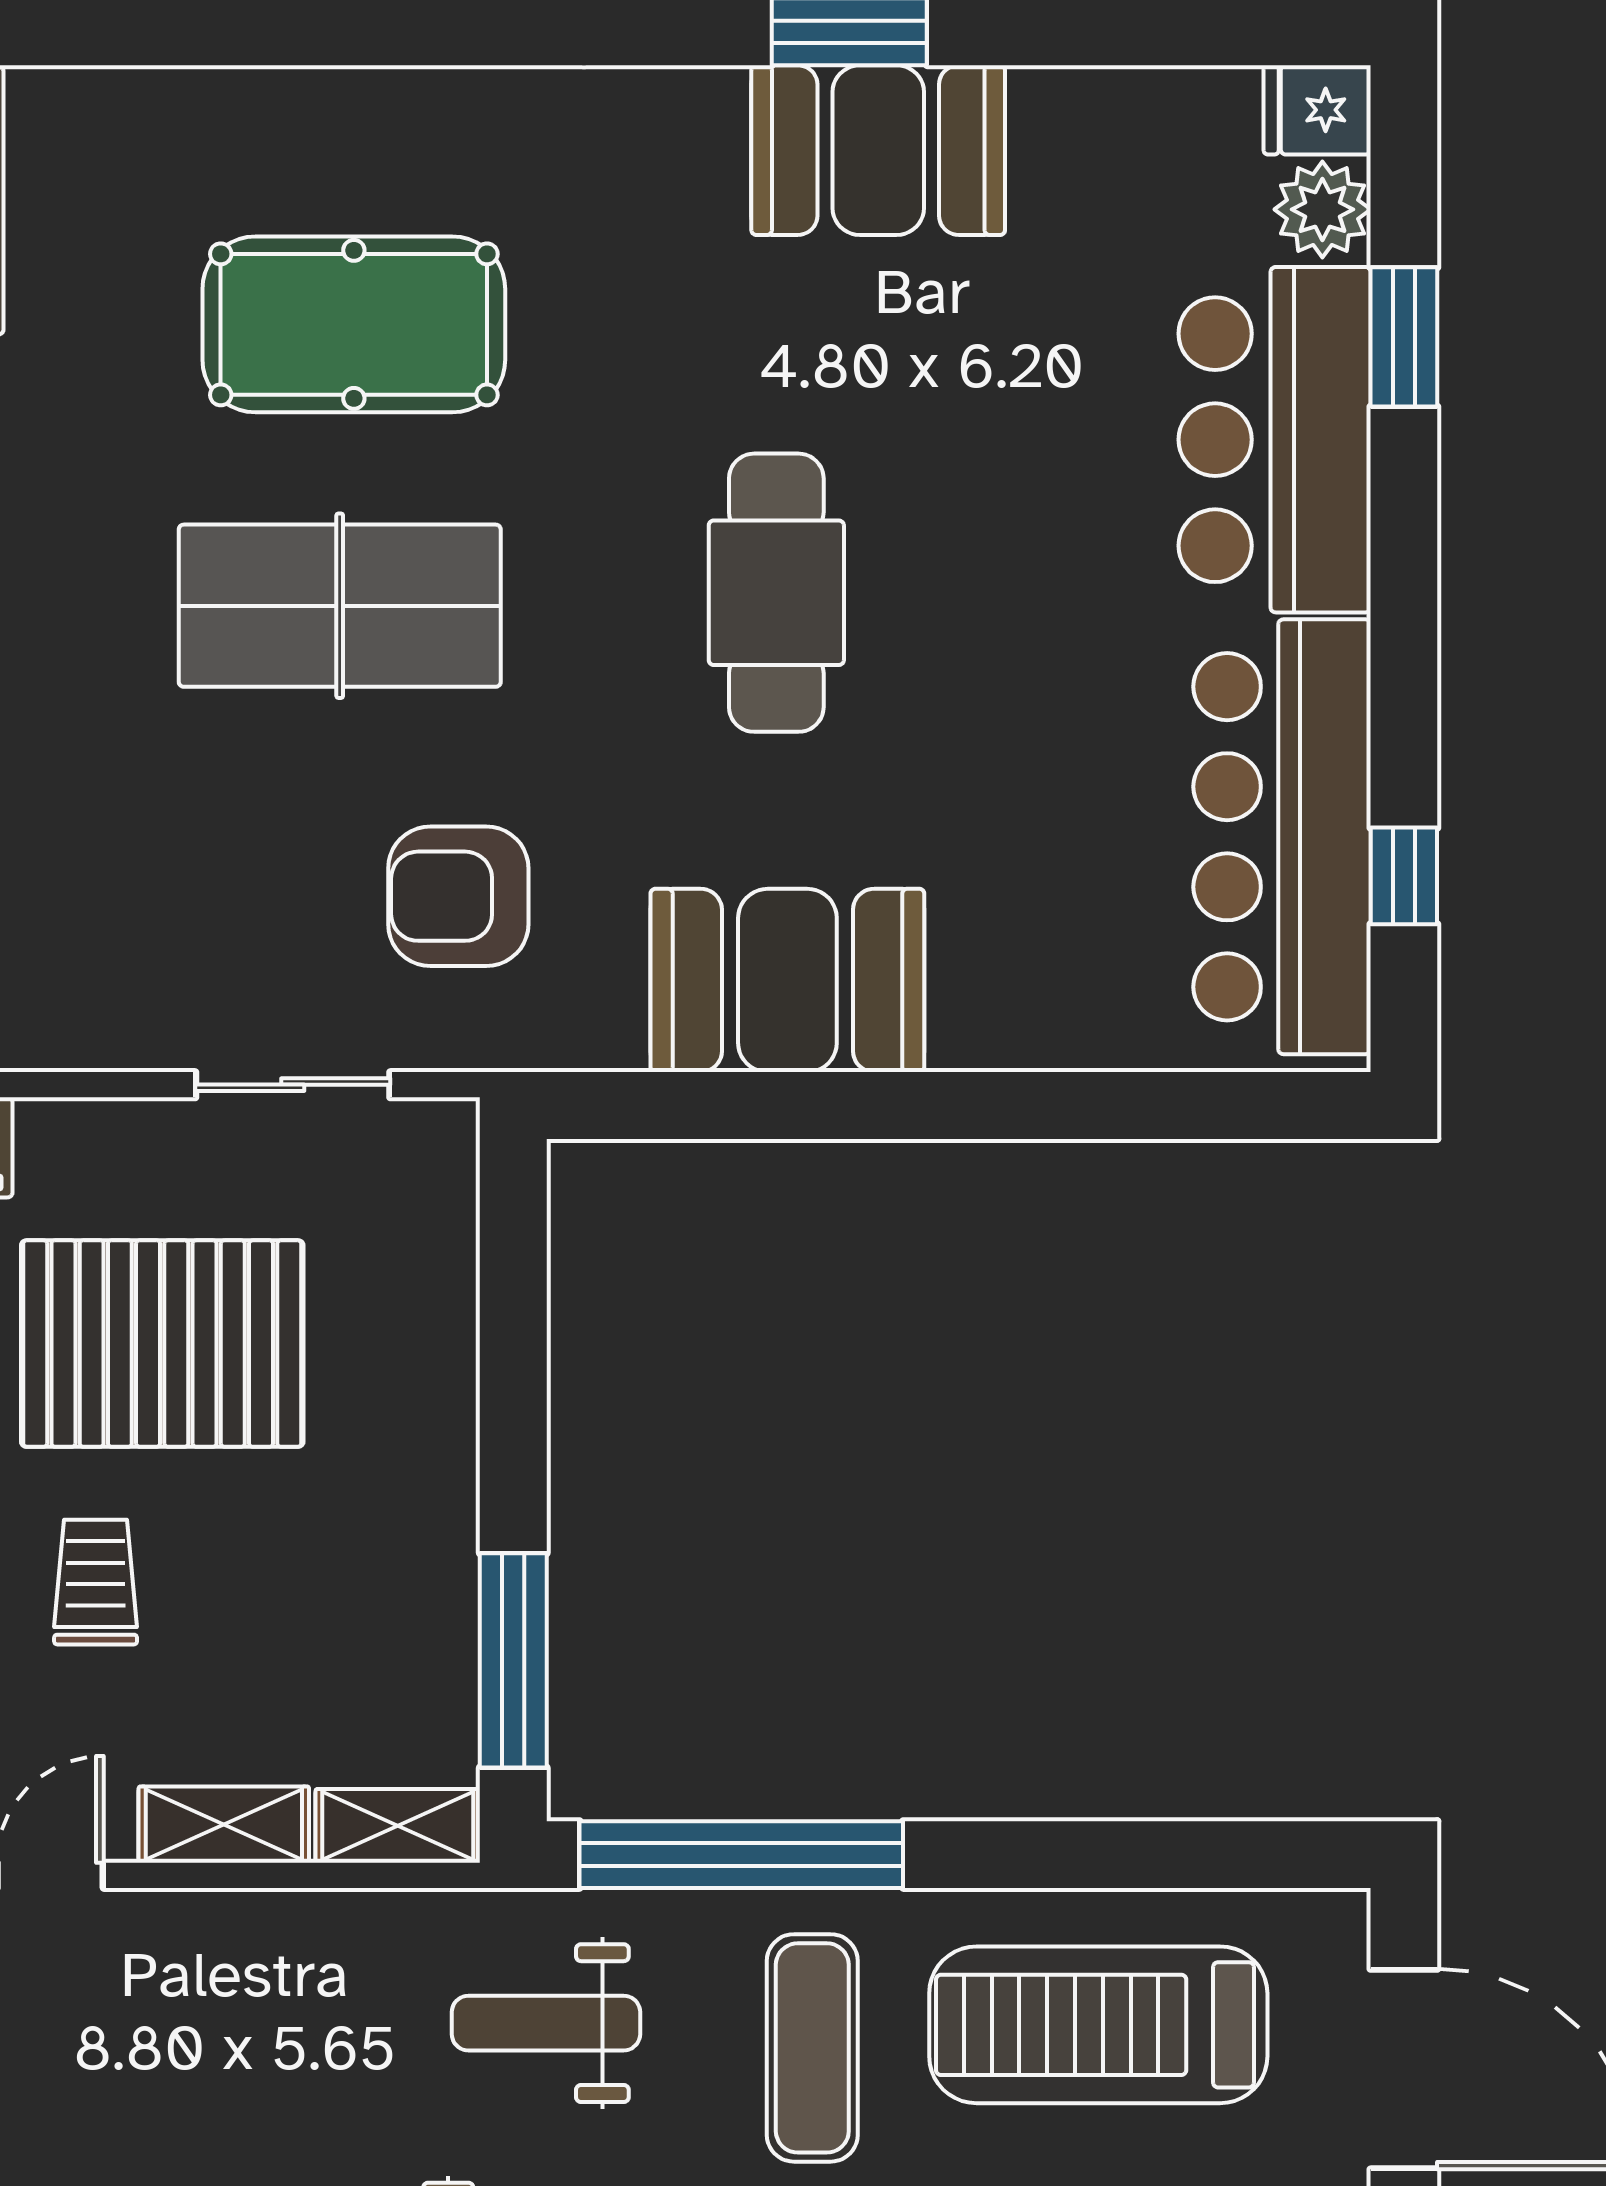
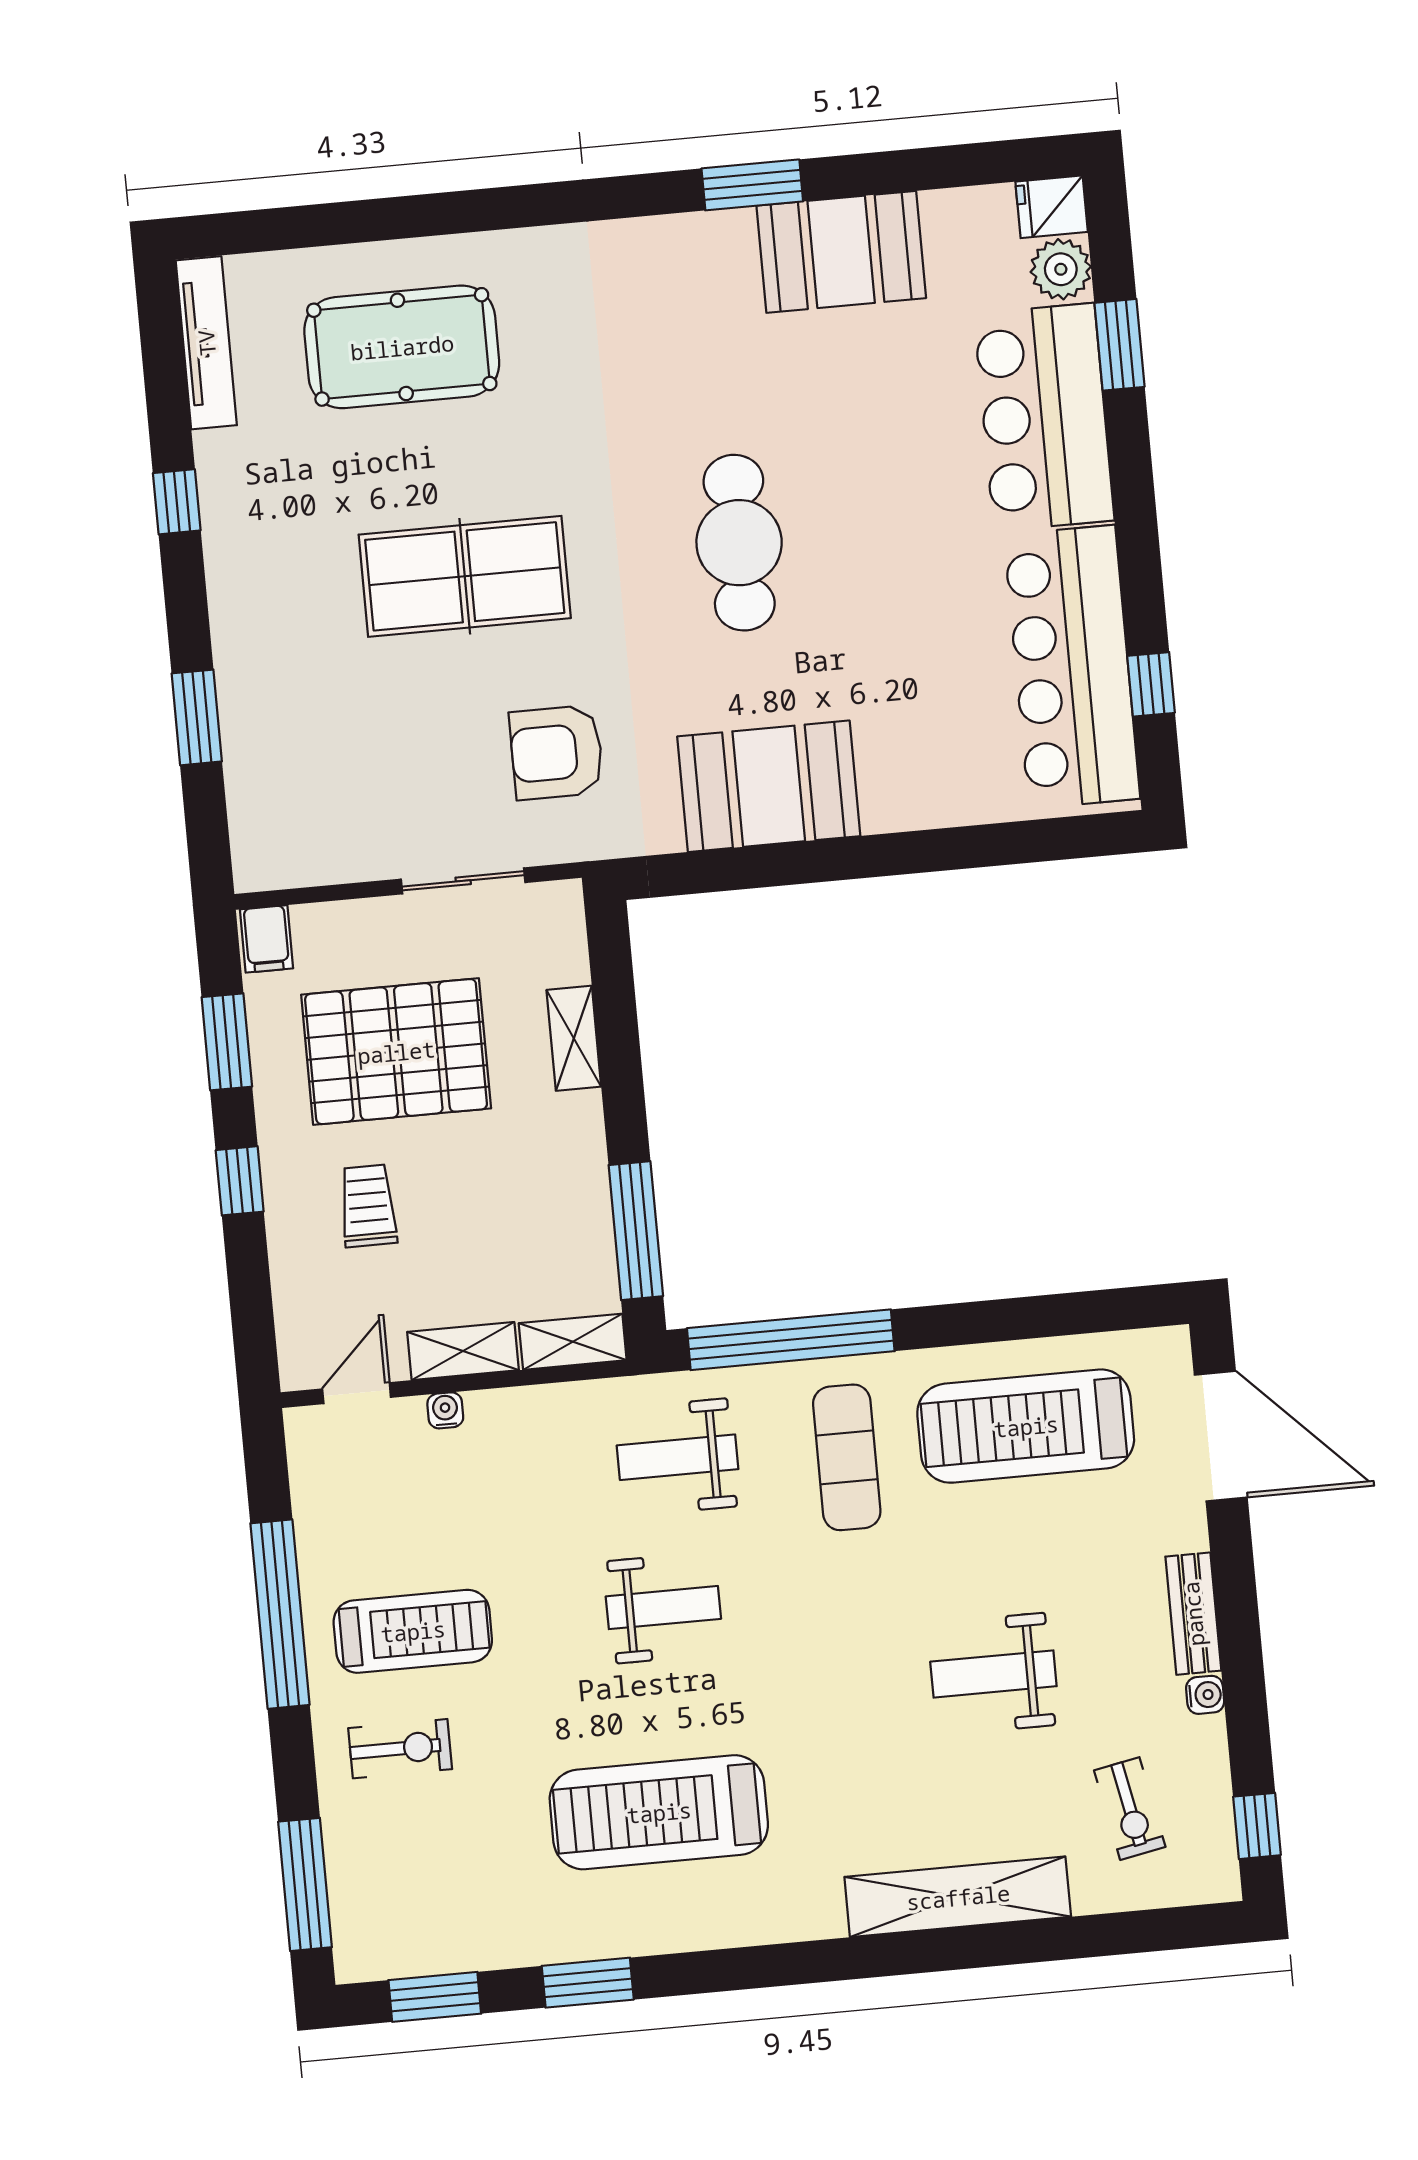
booth: (878, 150) -> (841, 252), moved
pool table: (354, 324) -> (402, 347), moved
shelving: (444, 1349) -> (574, 1038), added
water cooler: (187, 1915) -> (445, 1410), added

